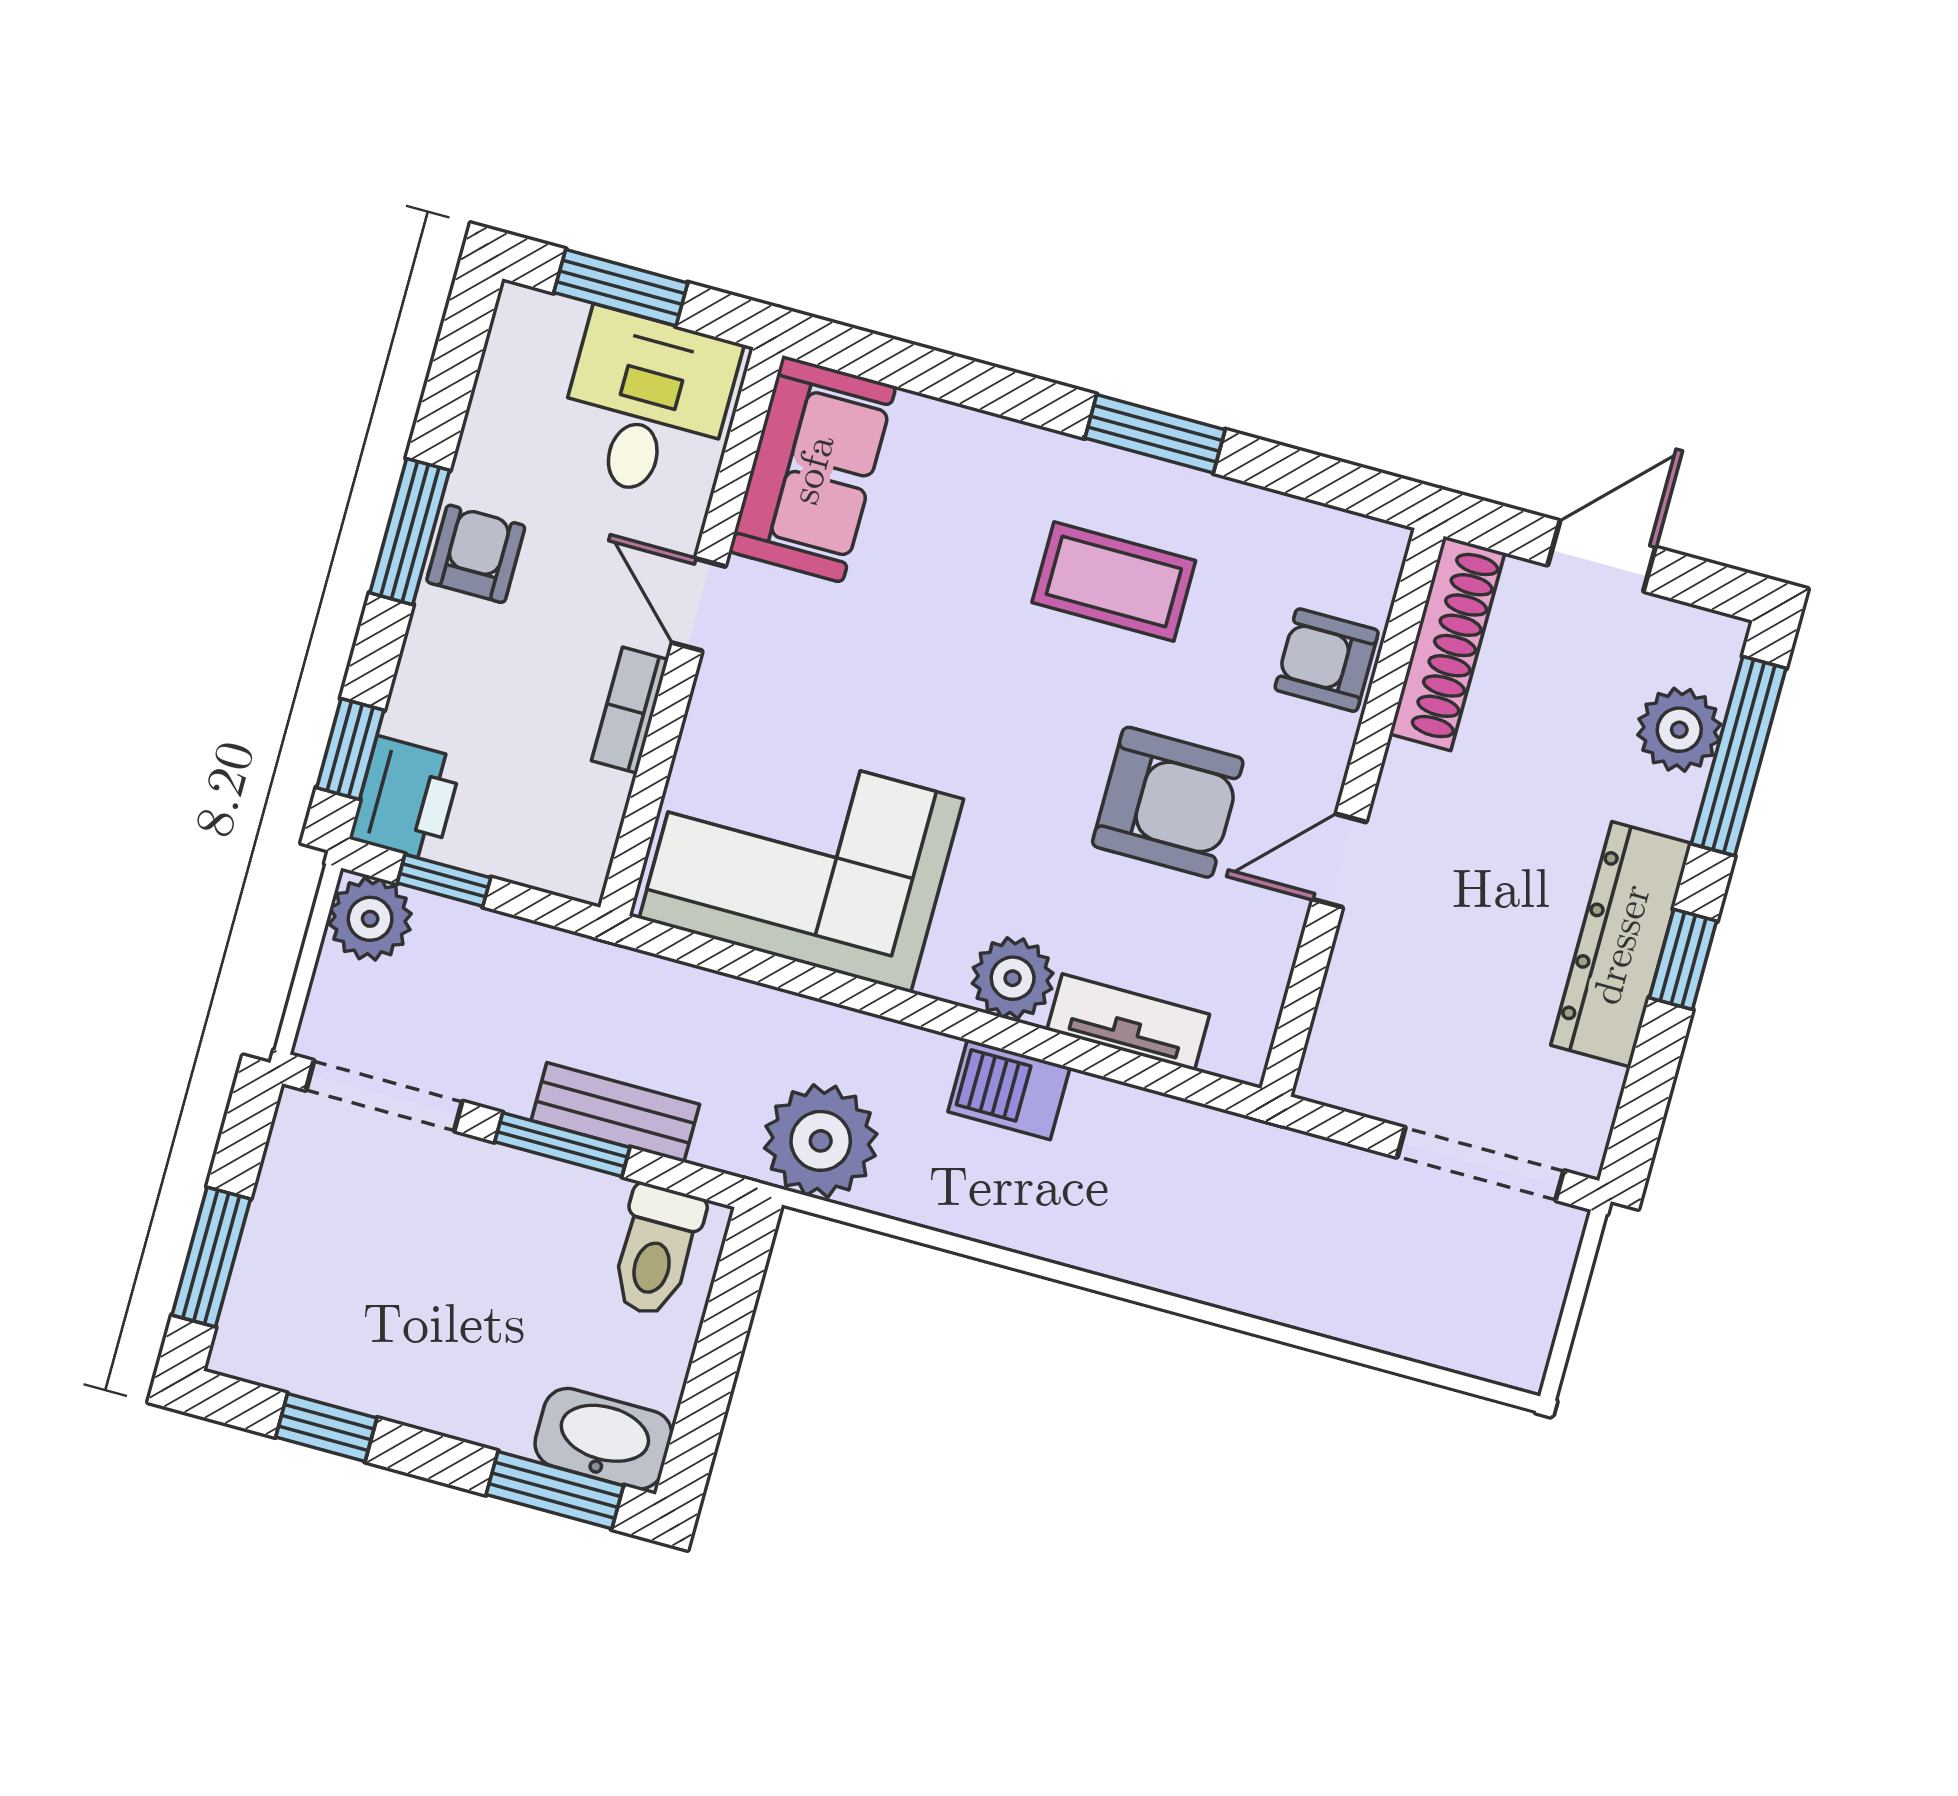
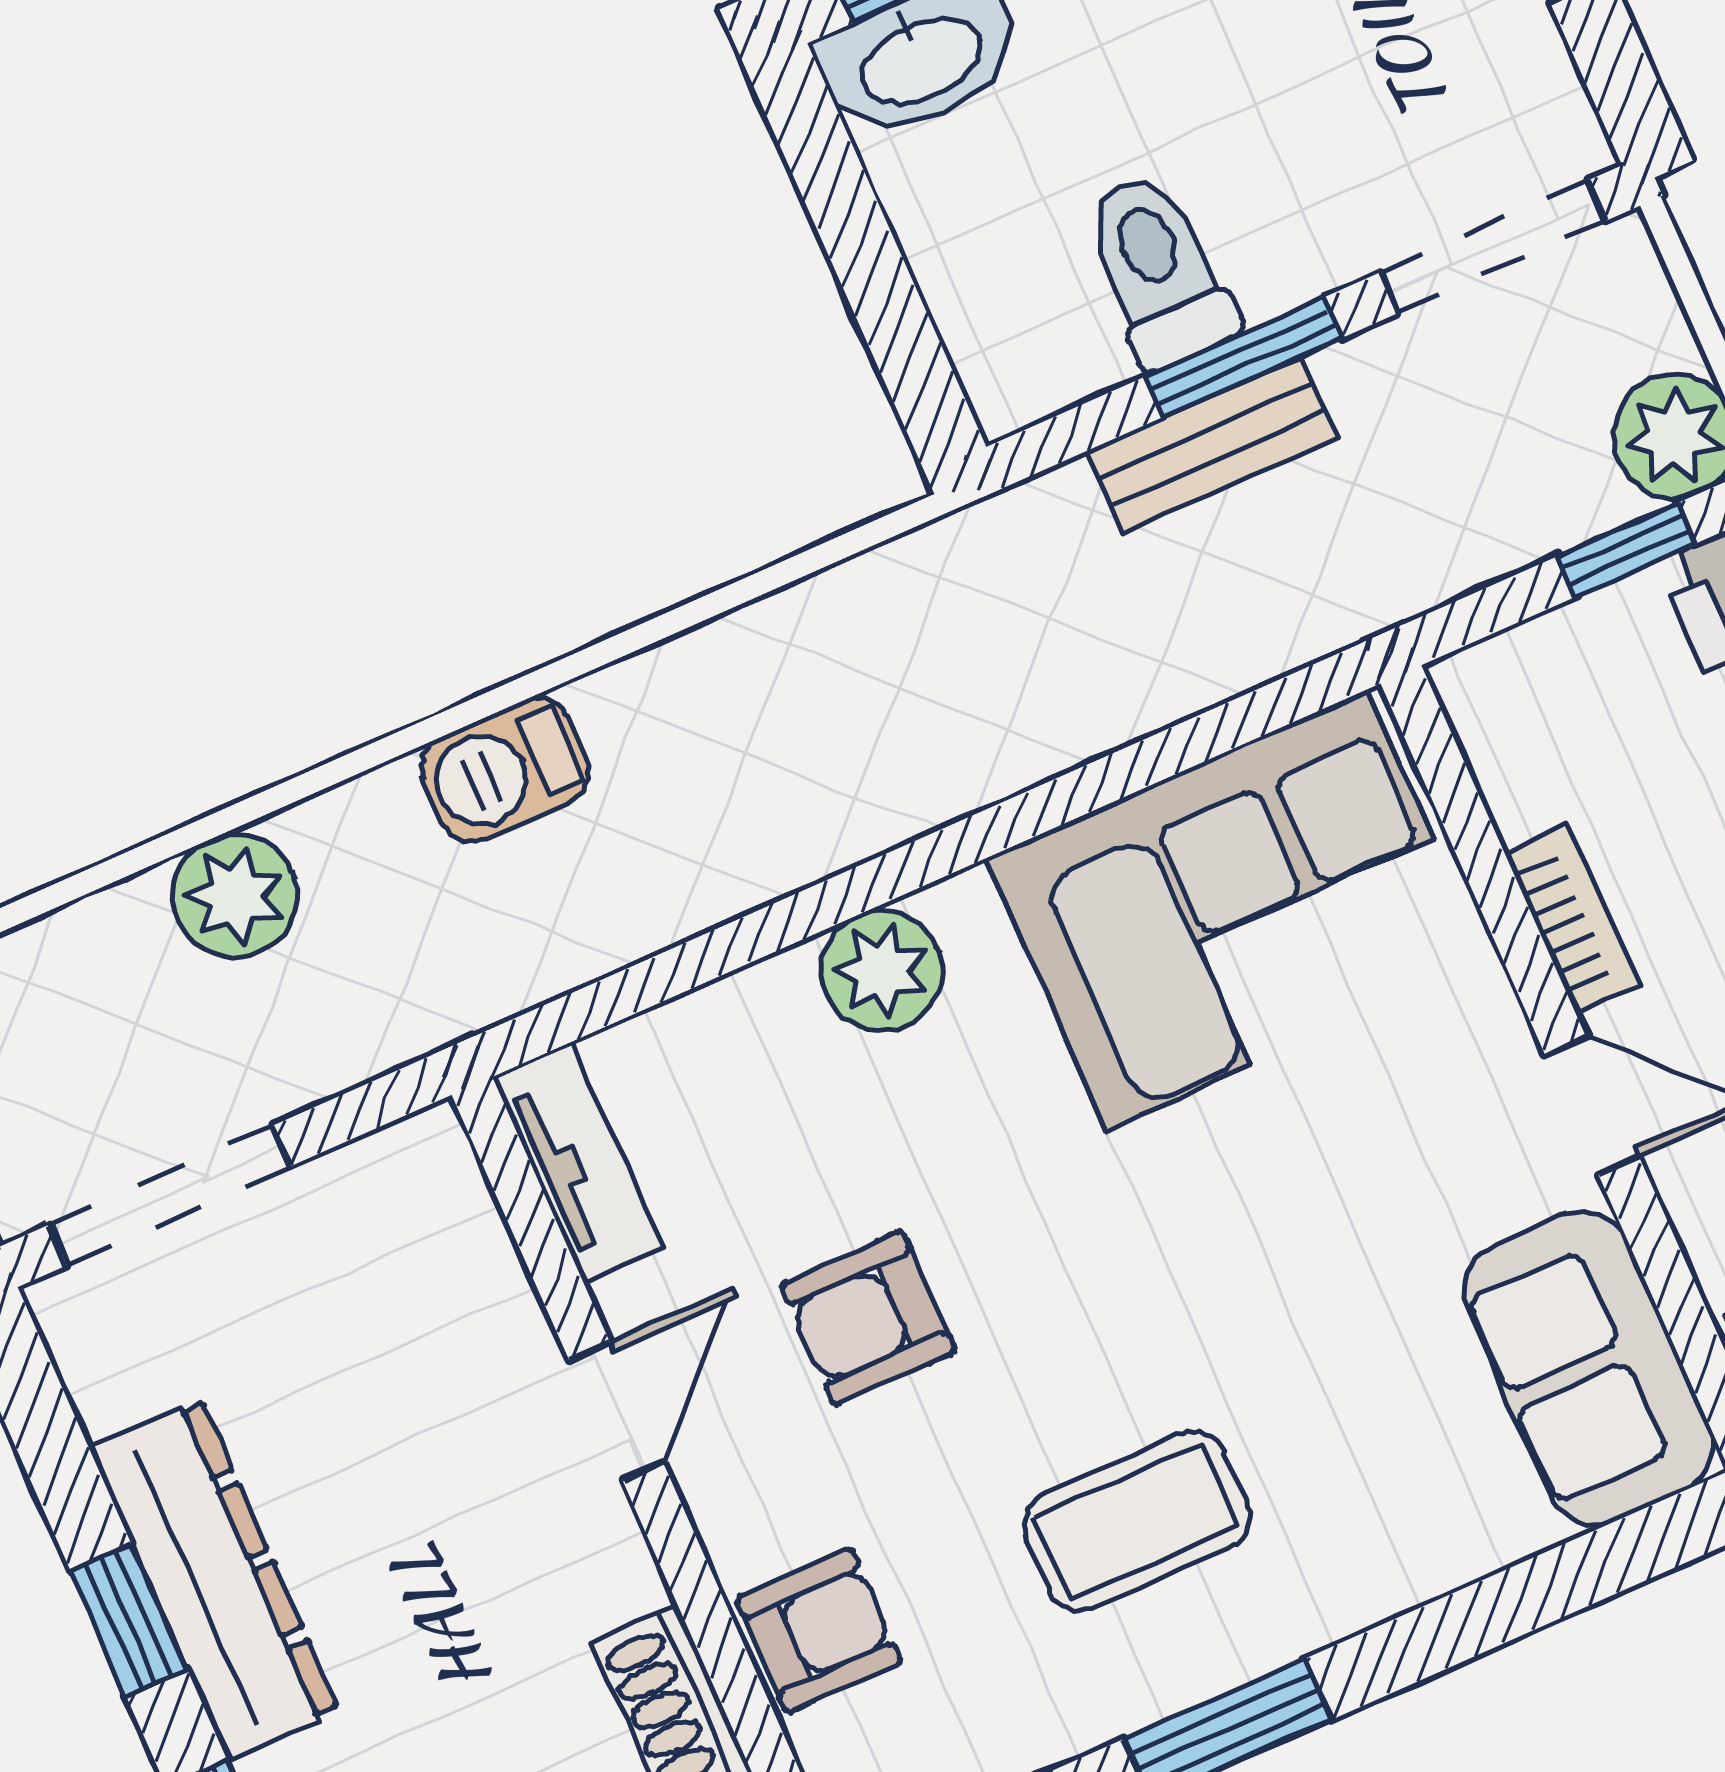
armchair: (1168, 802) -> (868, 1318), width x0.72, depth x0.72
tv unit: (1128, 1022) -> (577, 1163), moved, turned -90
barbecue: (1009, 1090) -> (505, 770), moved, turned 180
plant: (821, 1141) -> (235, 896), moved, width x0.73, depth x0.73
toilet: (656, 1251) -> (1158, 269), moved

